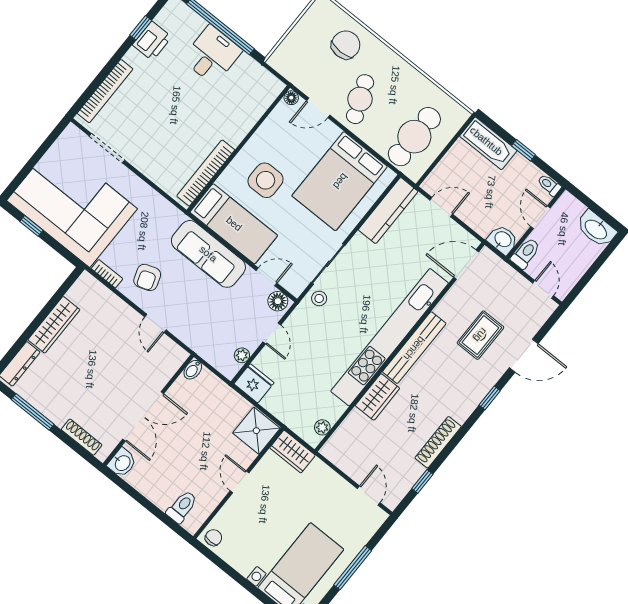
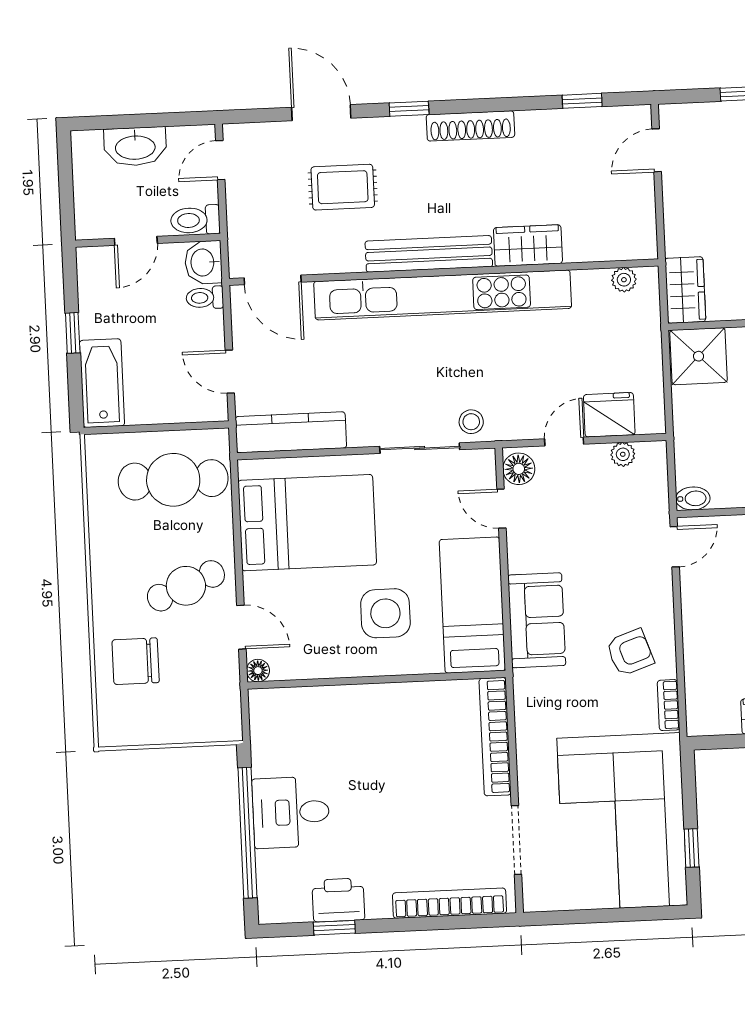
bookcase: (206, 173) -> (495, 737), moved, turned 90
toilet: (549, 185) -> (205, 298), moved, turned 90
washbasin: (596, 229) -> (135, 146), moved, turned 90
sofa: (208, 254) -> (537, 620), width x0.73
door: (155, 323) -> (675, 547), moved
fridge: (254, 383) -> (609, 415), moved, turned 90
shoe rack: (438, 442) -> (470, 126), moved

